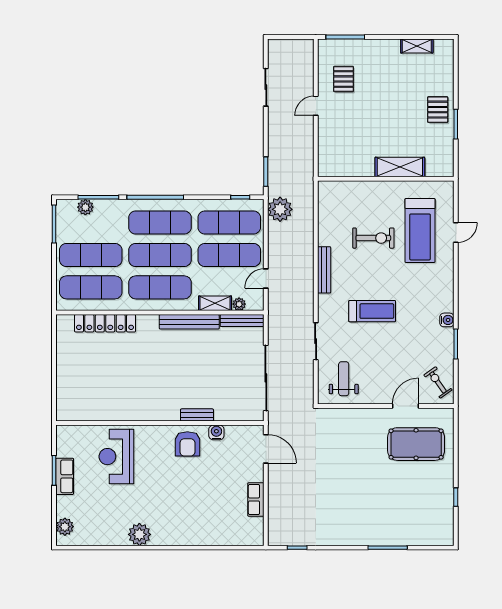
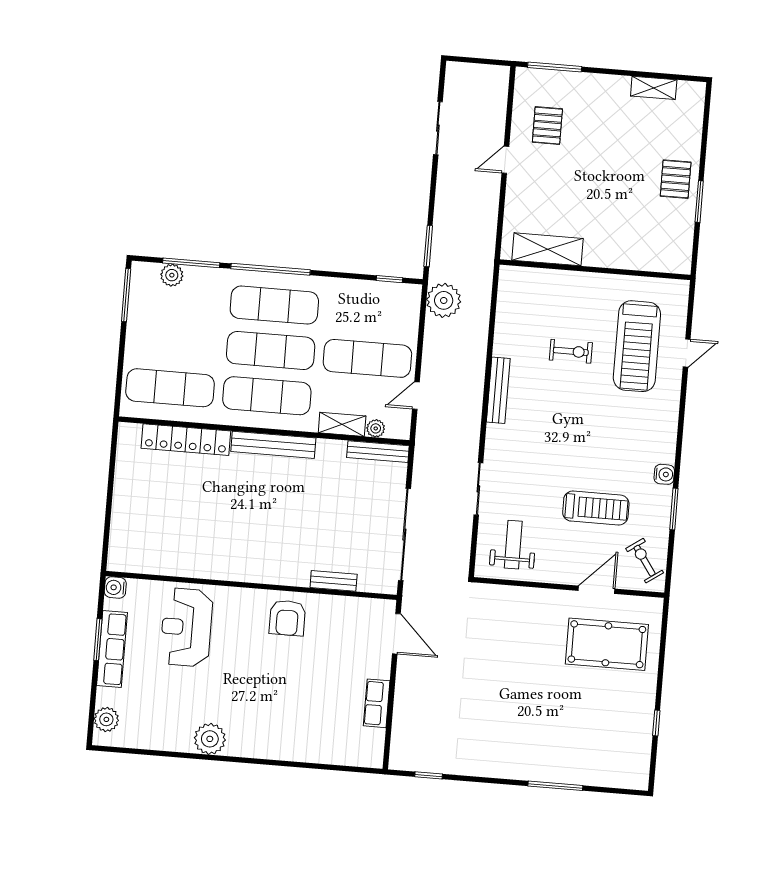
shelving: (400, 167) -> (548, 249), moved
exercise mat: (229, 222) -> (371, 313), removed
exercise bike: (373, 238) -> (571, 351), width x0.73, depth x0.72
exercise mat: (91, 255) -> (174, 342), removed
treadmill: (372, 311) -> (596, 508), moved
bench: (189, 322) -> (273, 445), moved
bench: (197, 415) -> (334, 581), moved
water cooler: (216, 432) -> (115, 588), moved, turned -90
row of seats: (65, 476) -> (112, 649), width x1.48

